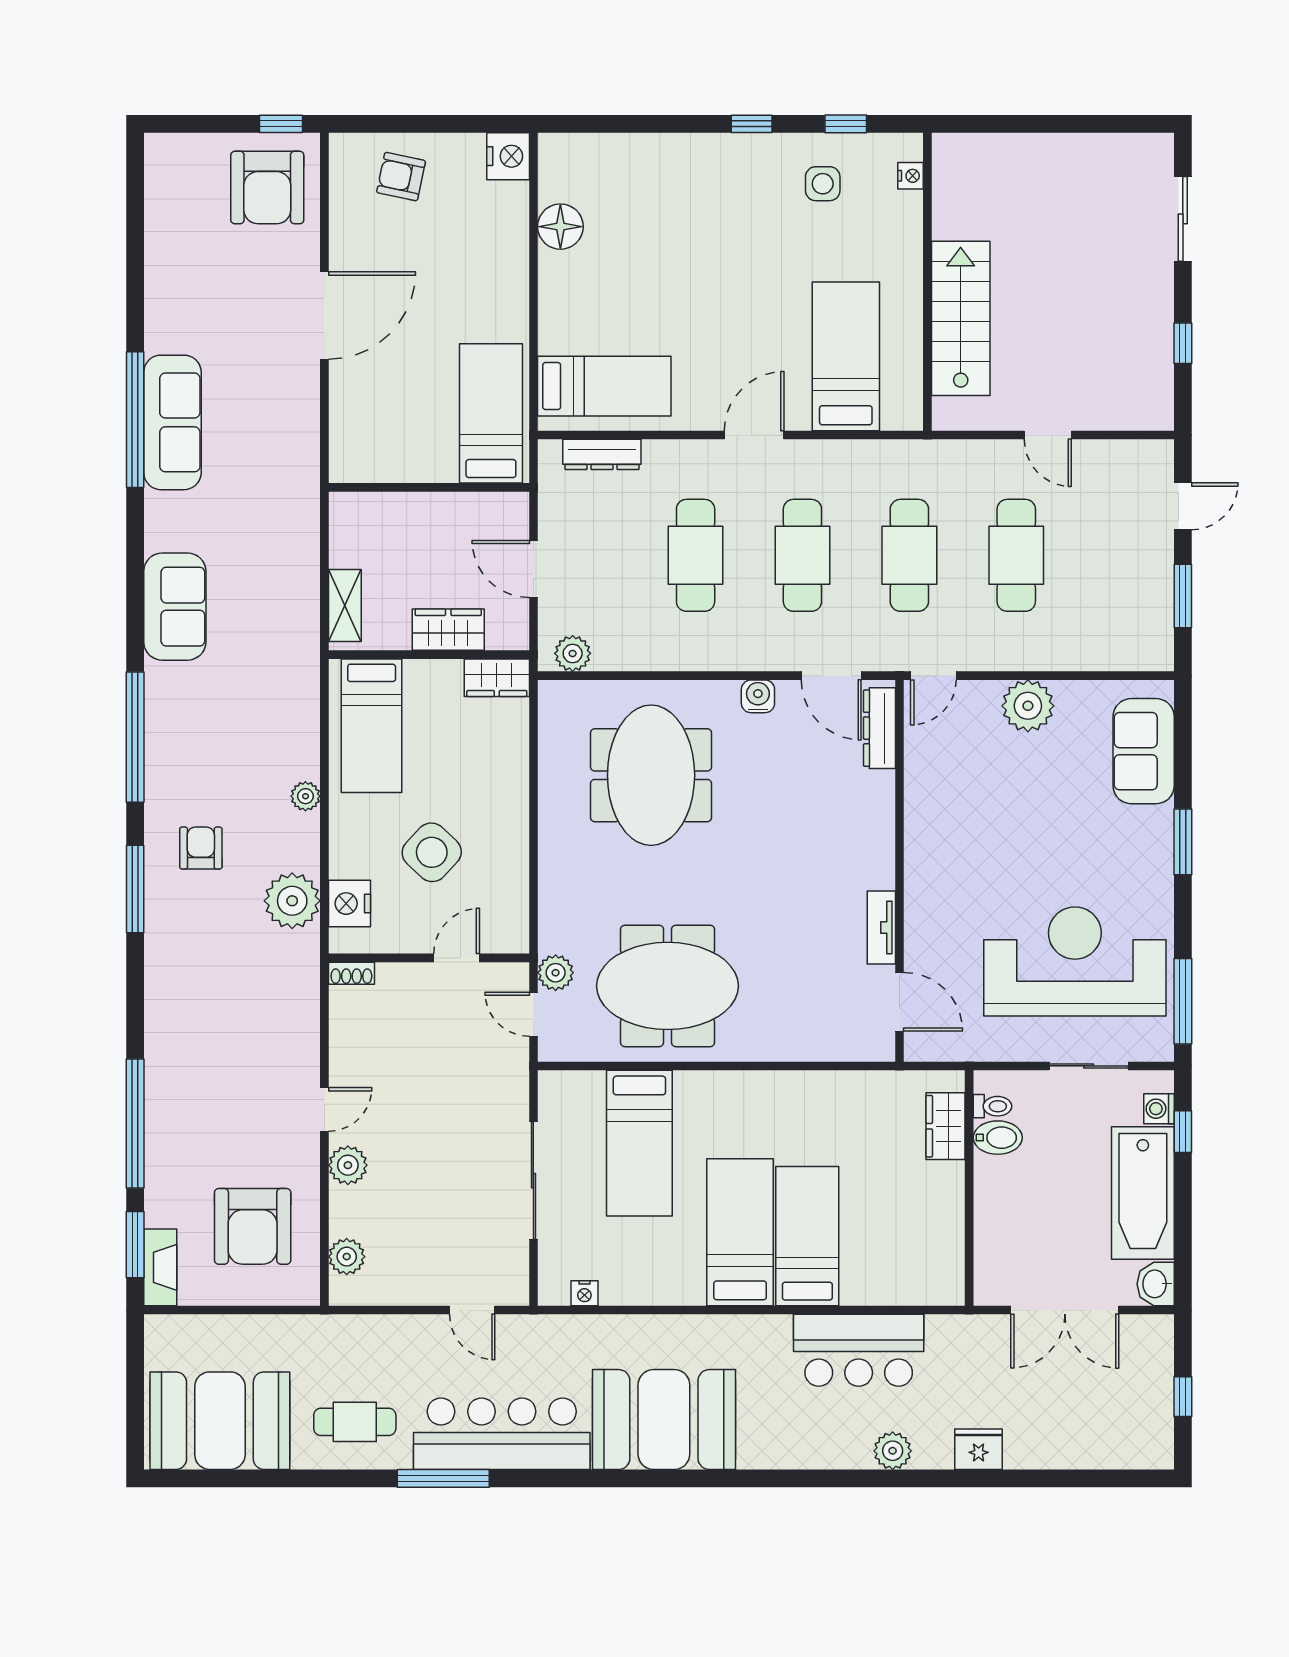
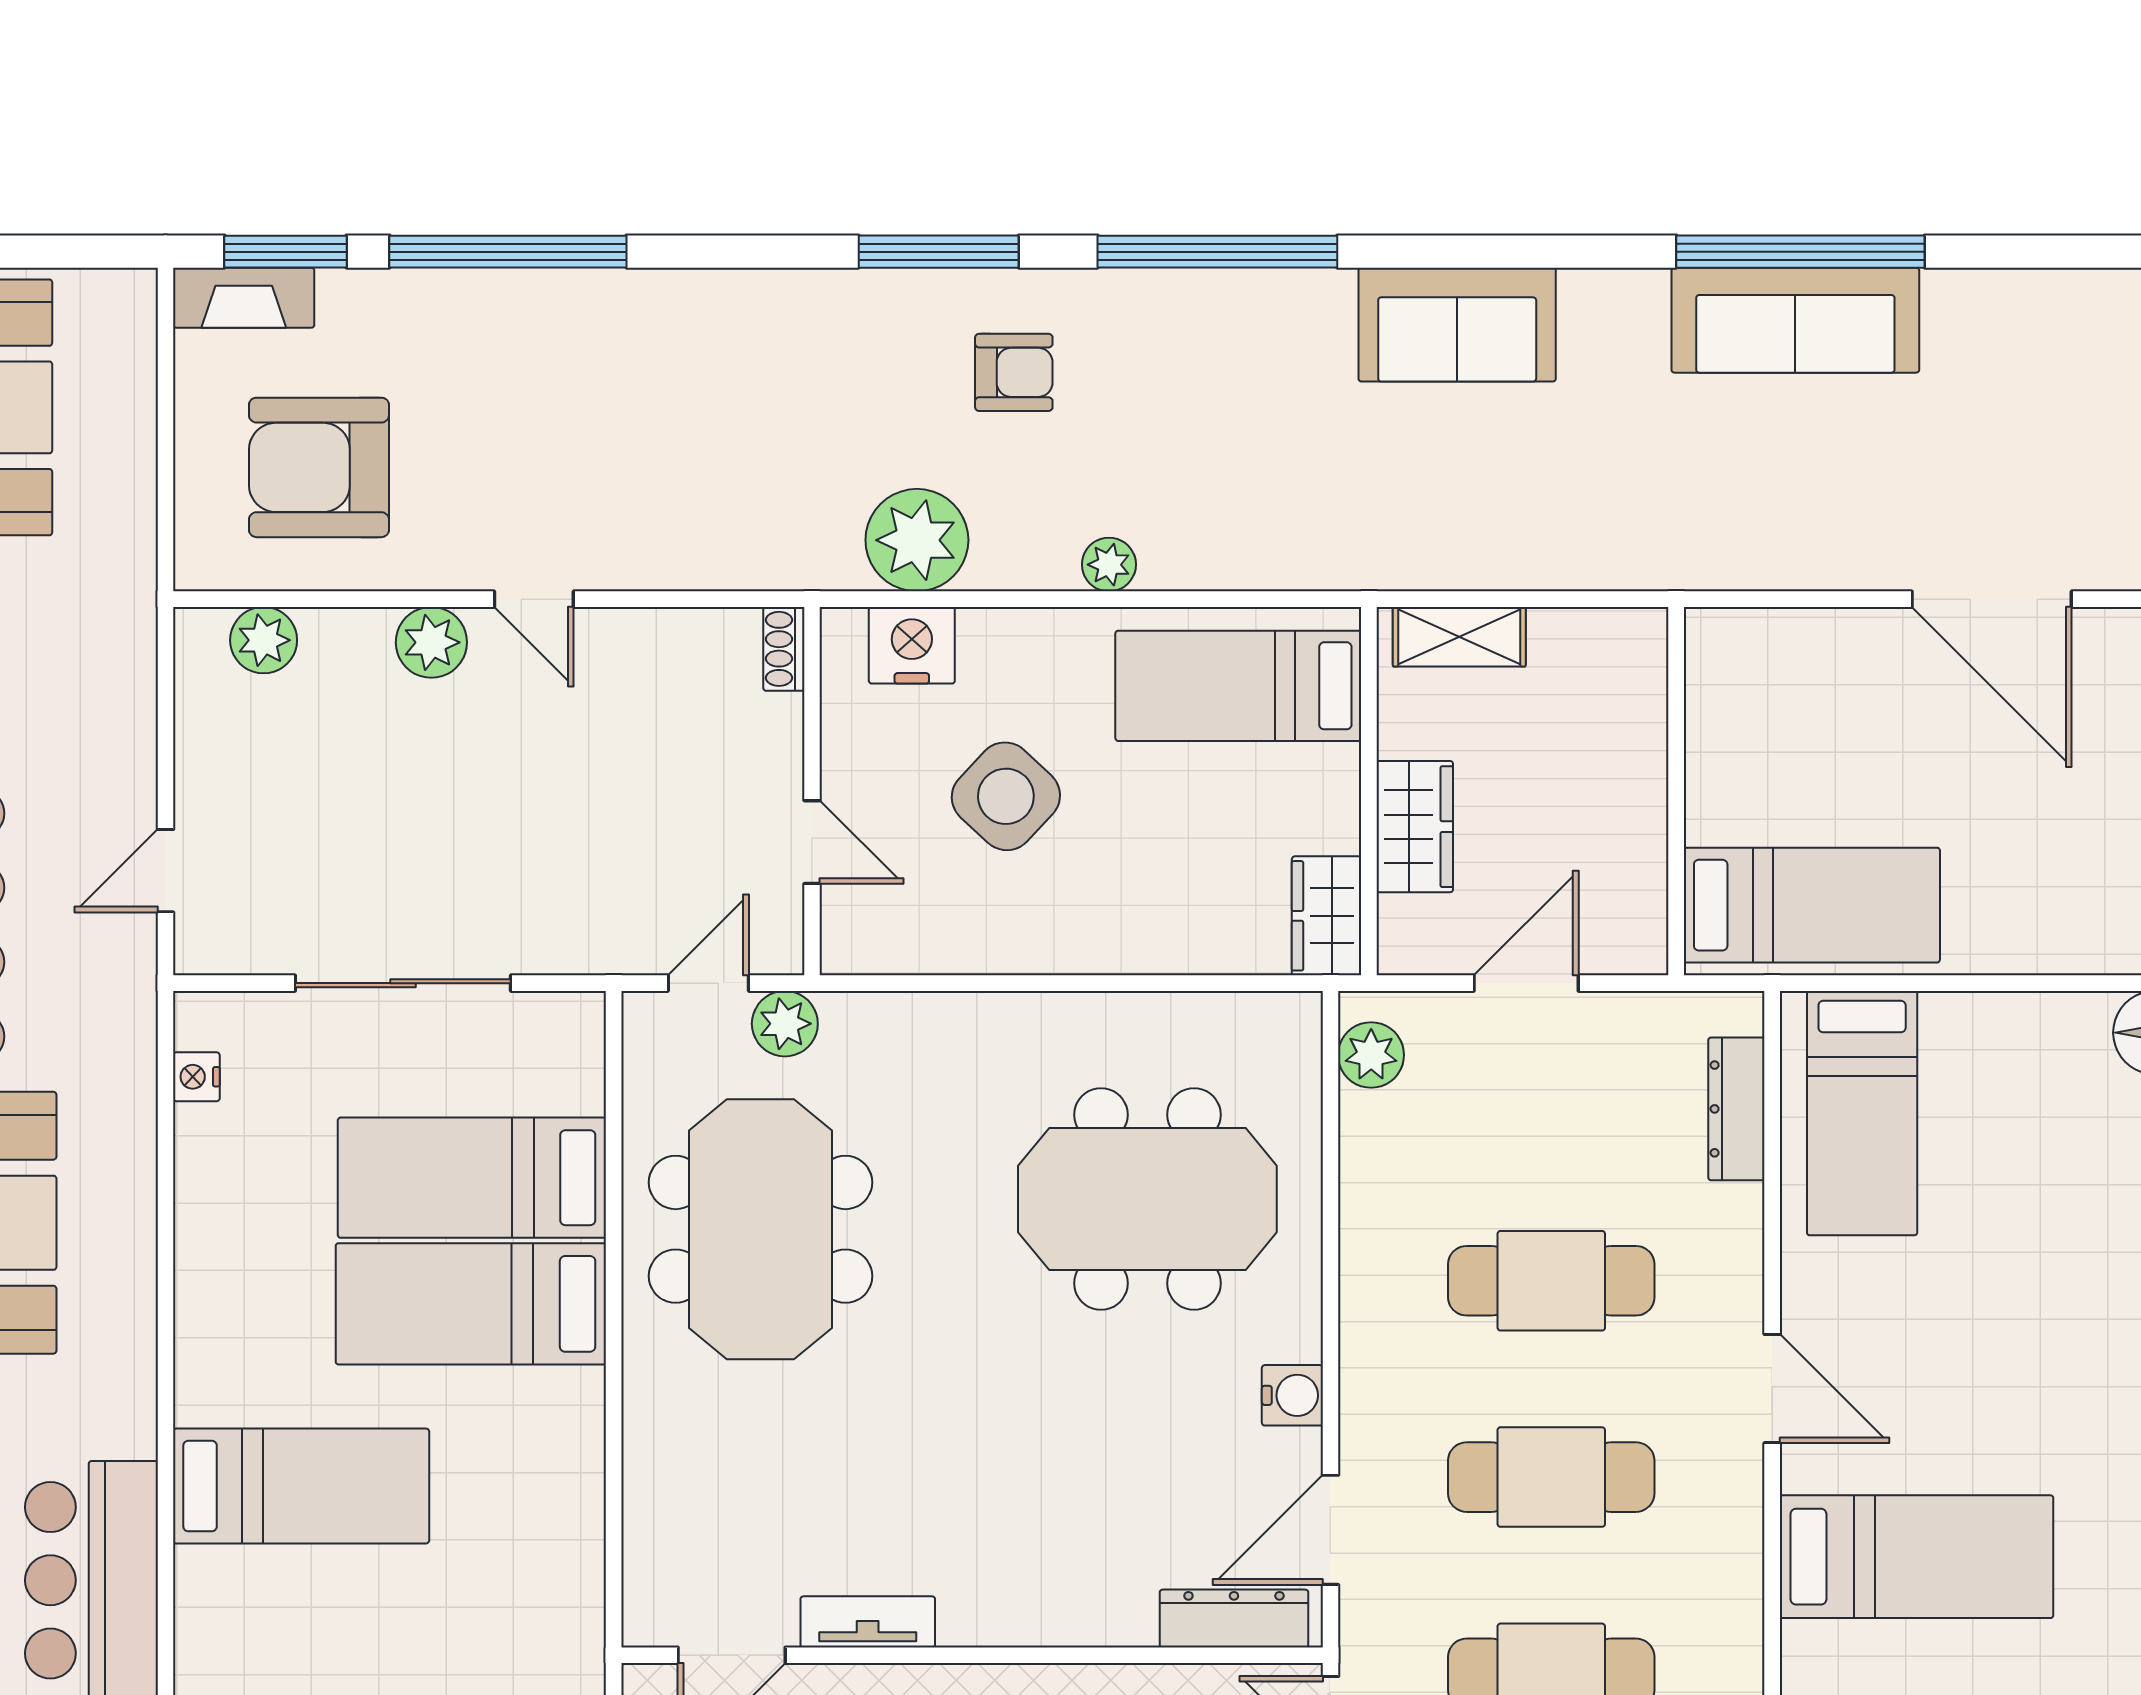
bed: (740, 1232) -> (471, 1304), moved, turned 180

